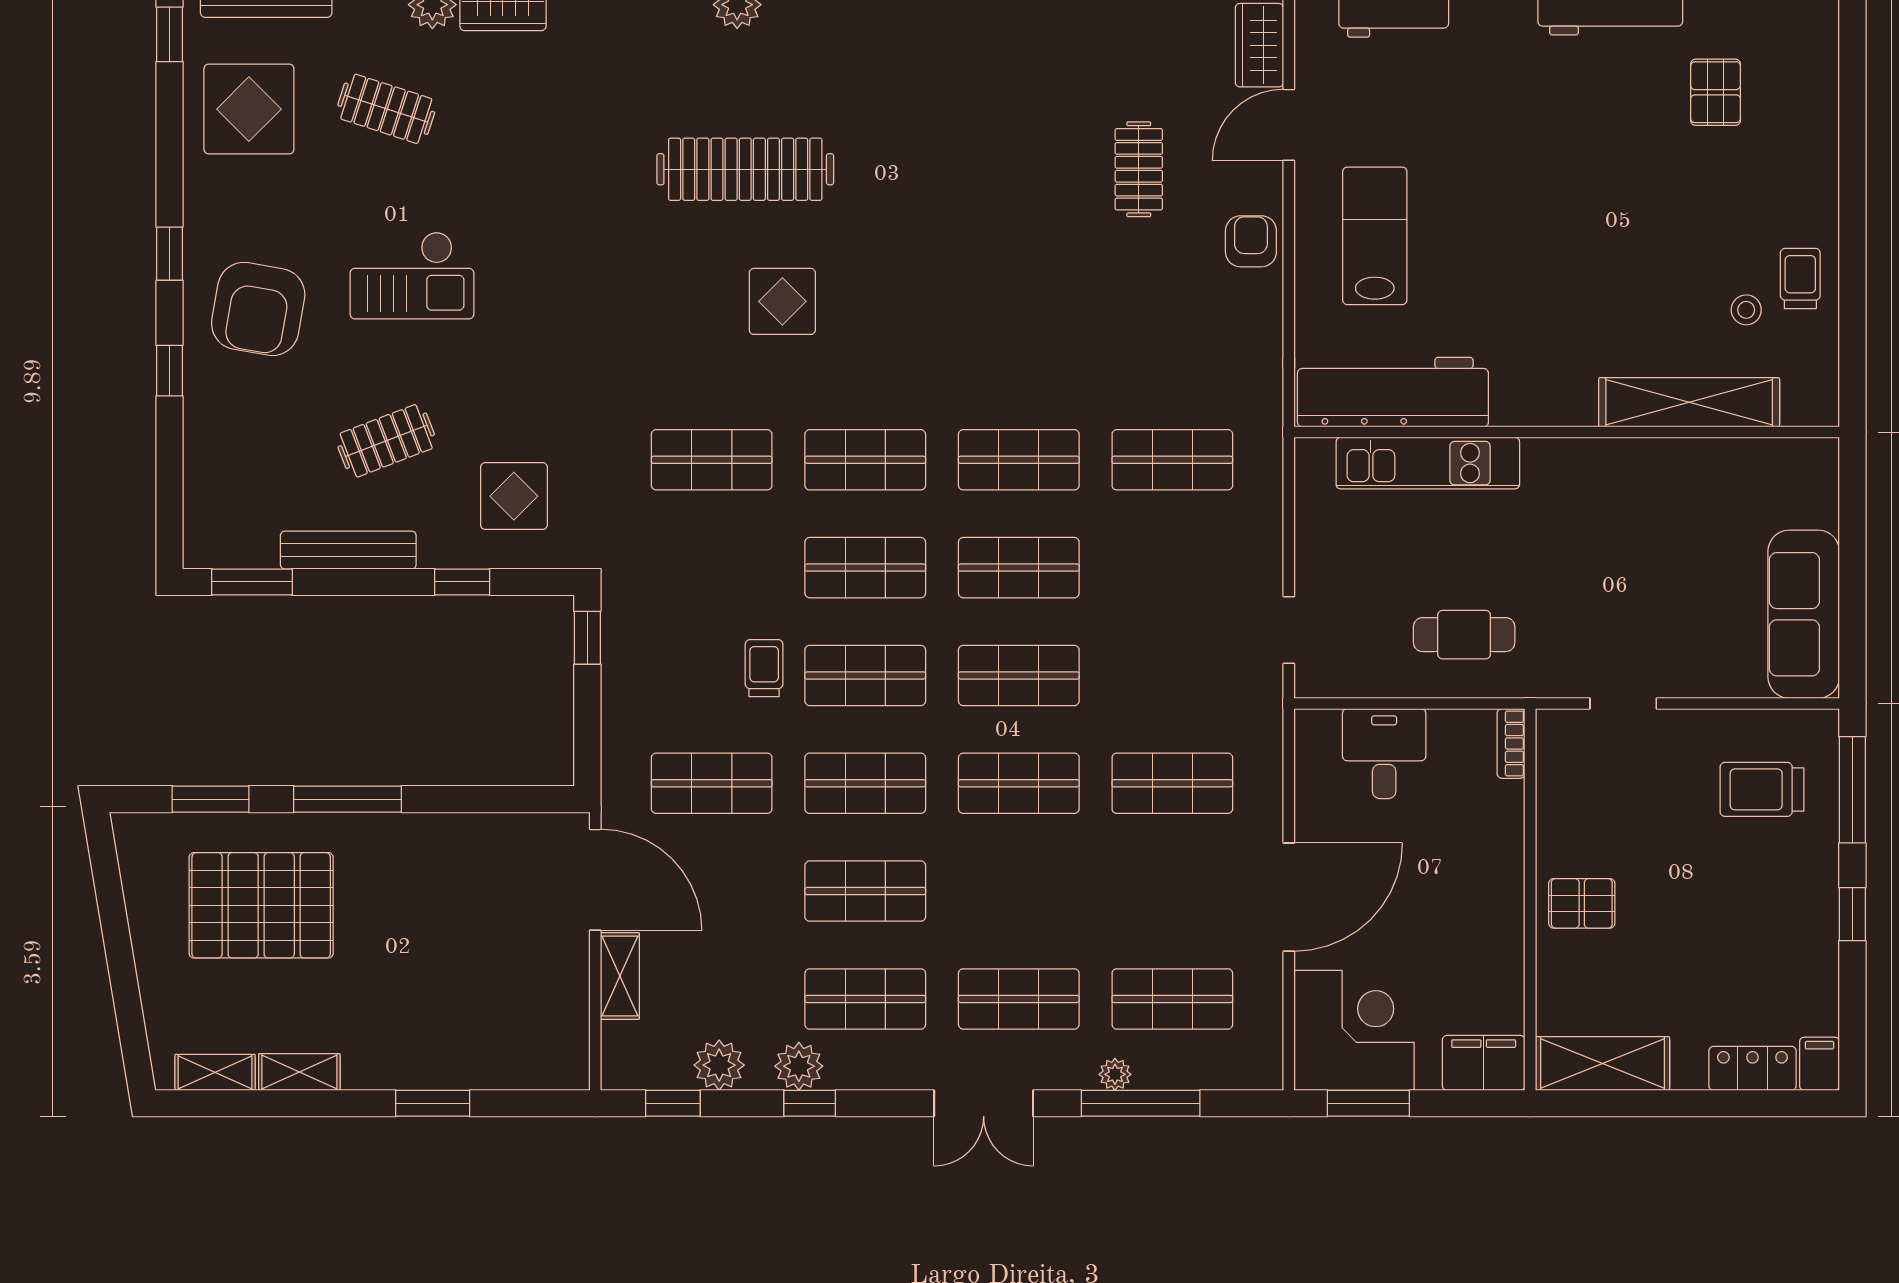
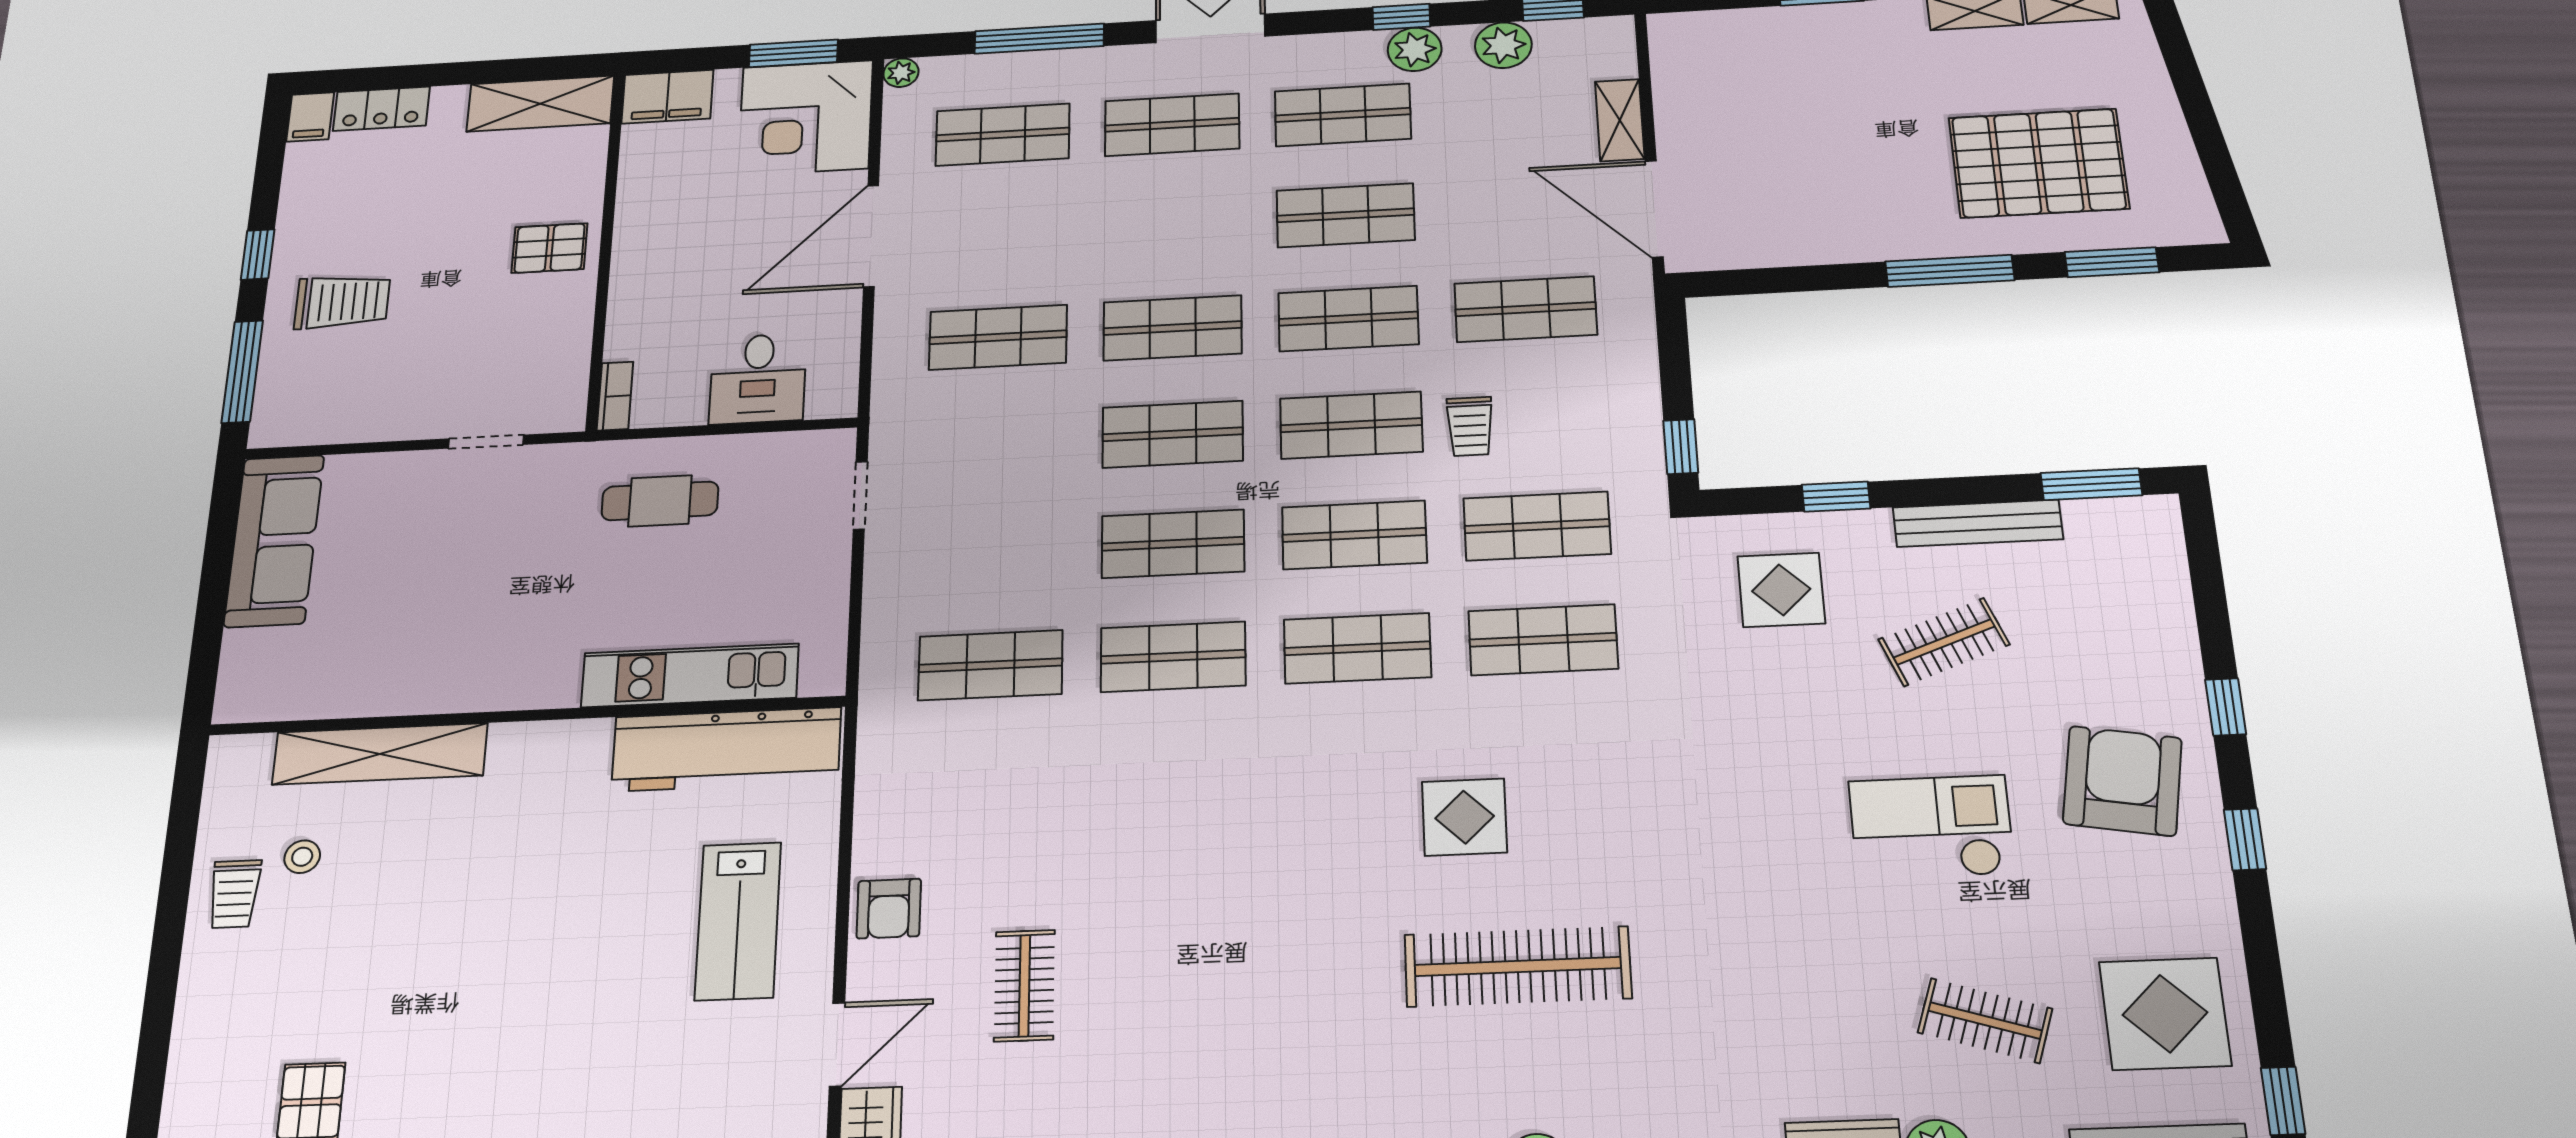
shop shelf: (712, 568) -> (1537, 526), added
trolley: (1762, 789) -> (342, 302), moved
plant: (1115, 1074) -> (901, 73), moved

